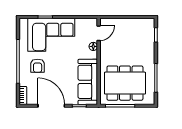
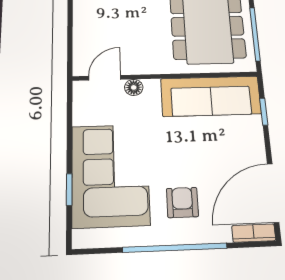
door: (99, 33) -> (105, 78), hinge flipped
armchair: (38, 66) -> (182, 202), turned -90
door: (51, 106) -> (273, 193), moved

